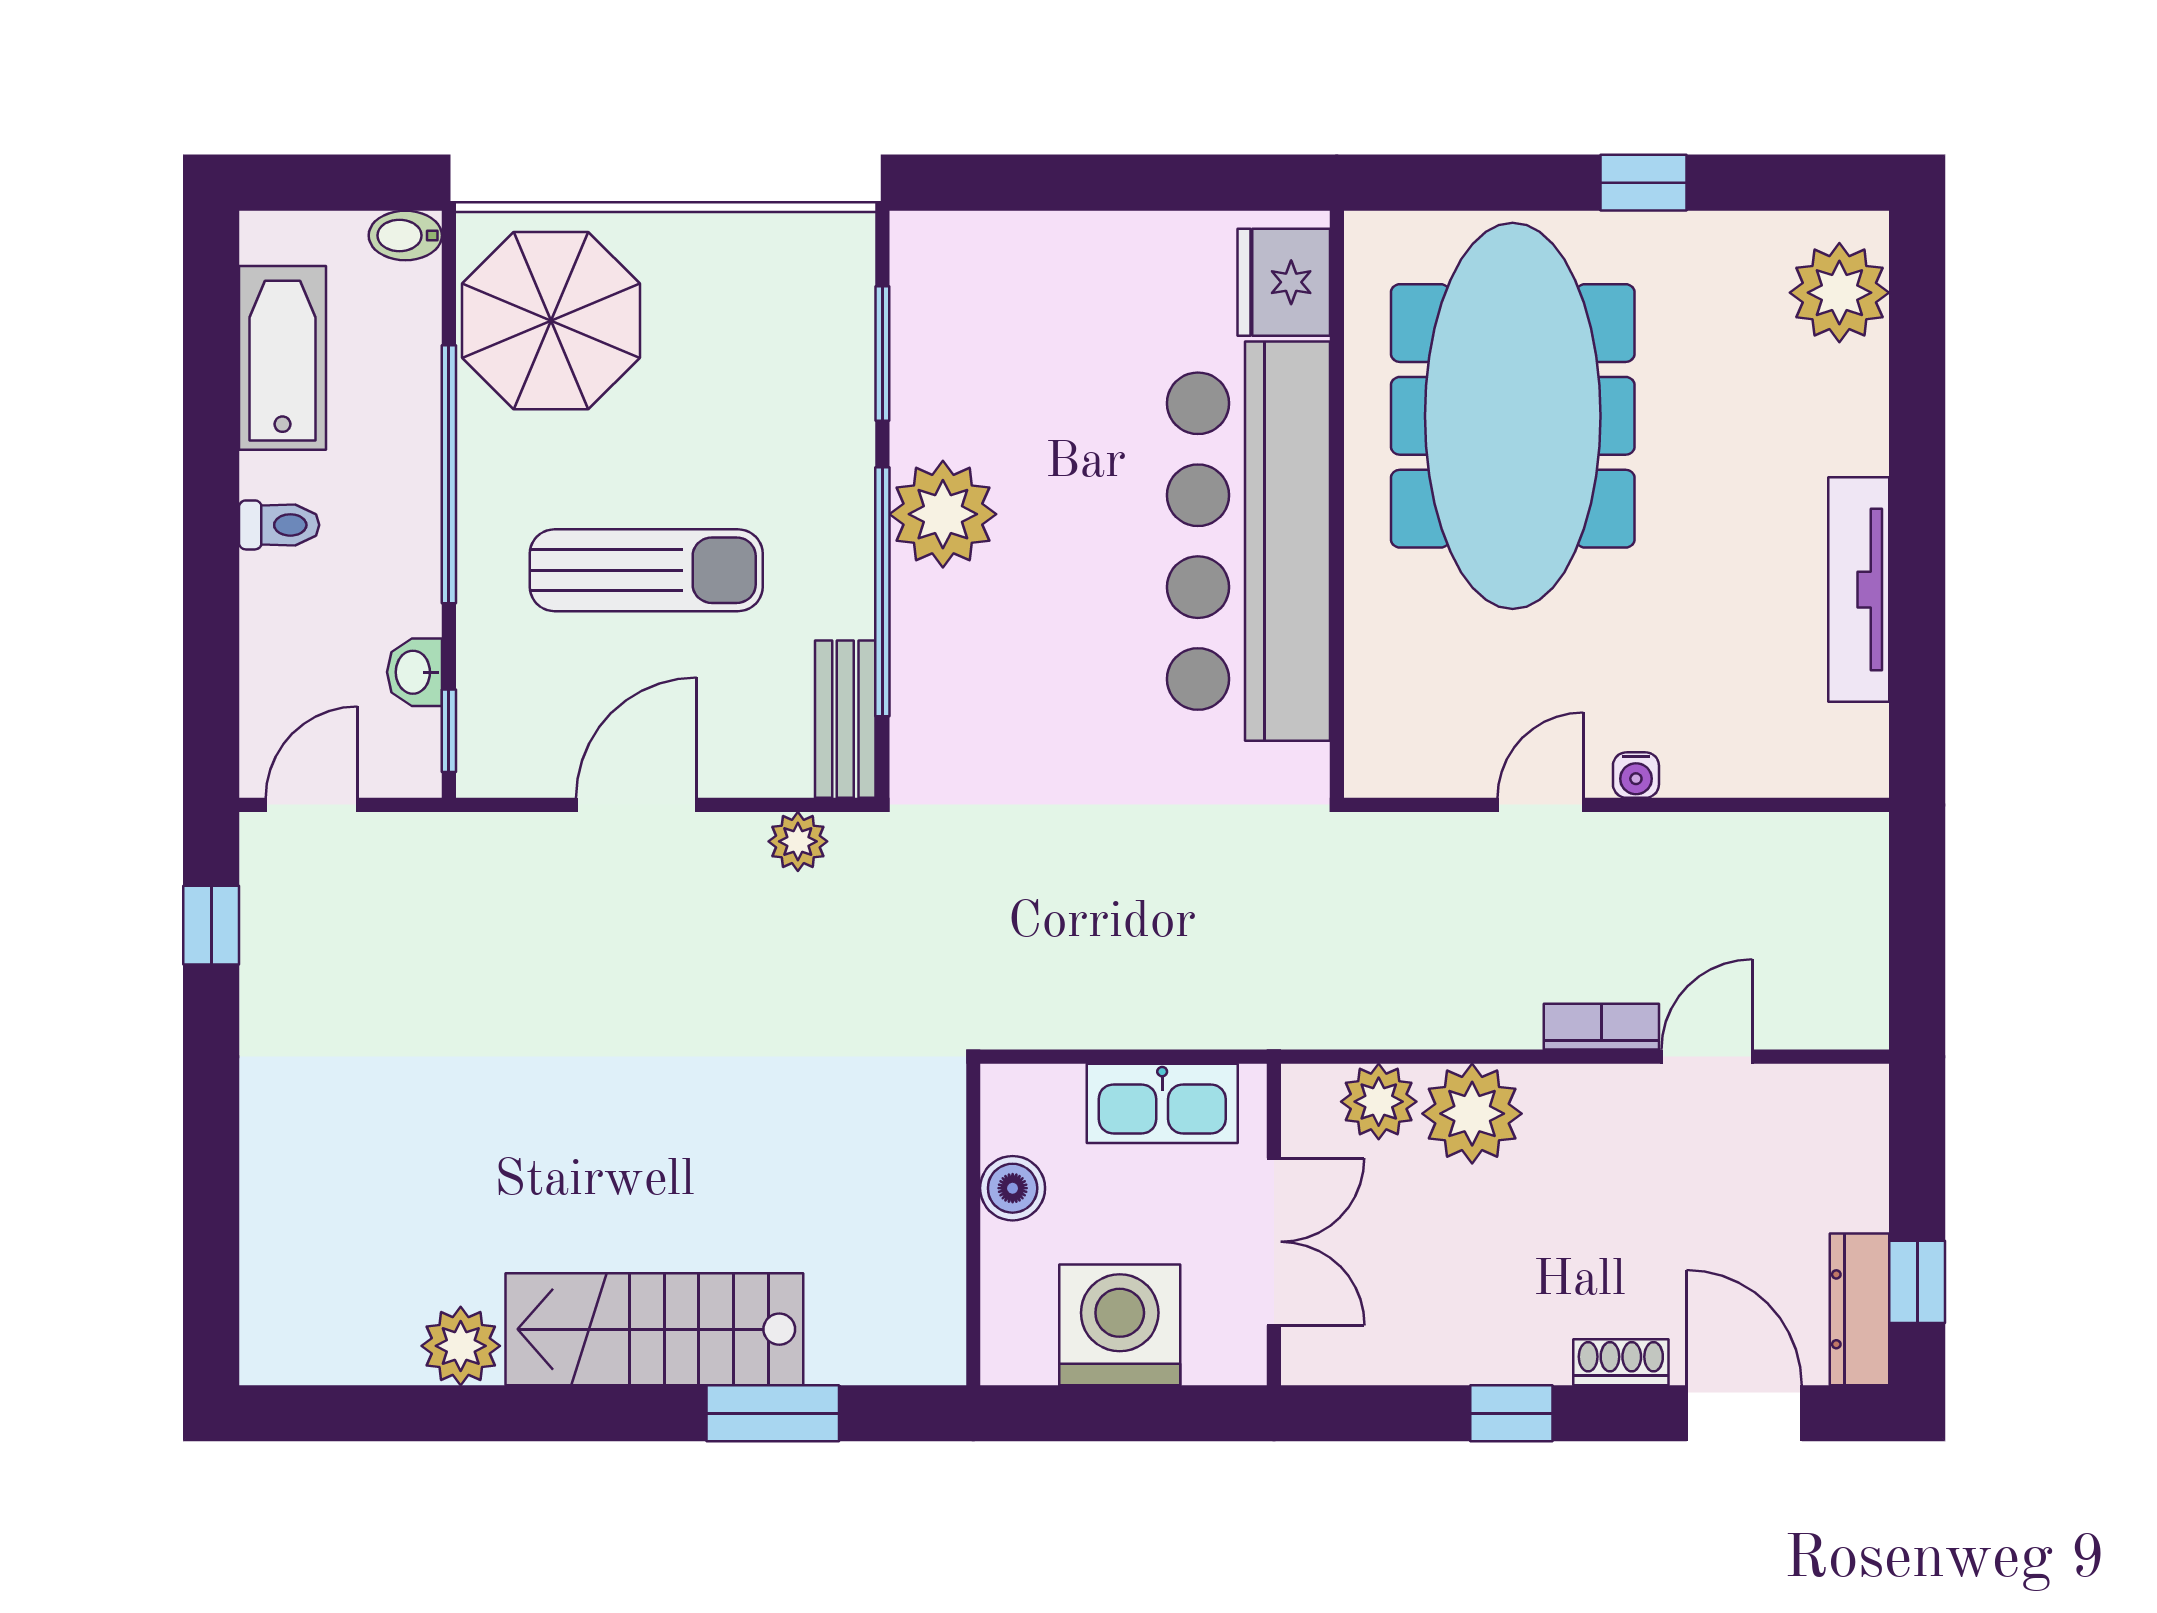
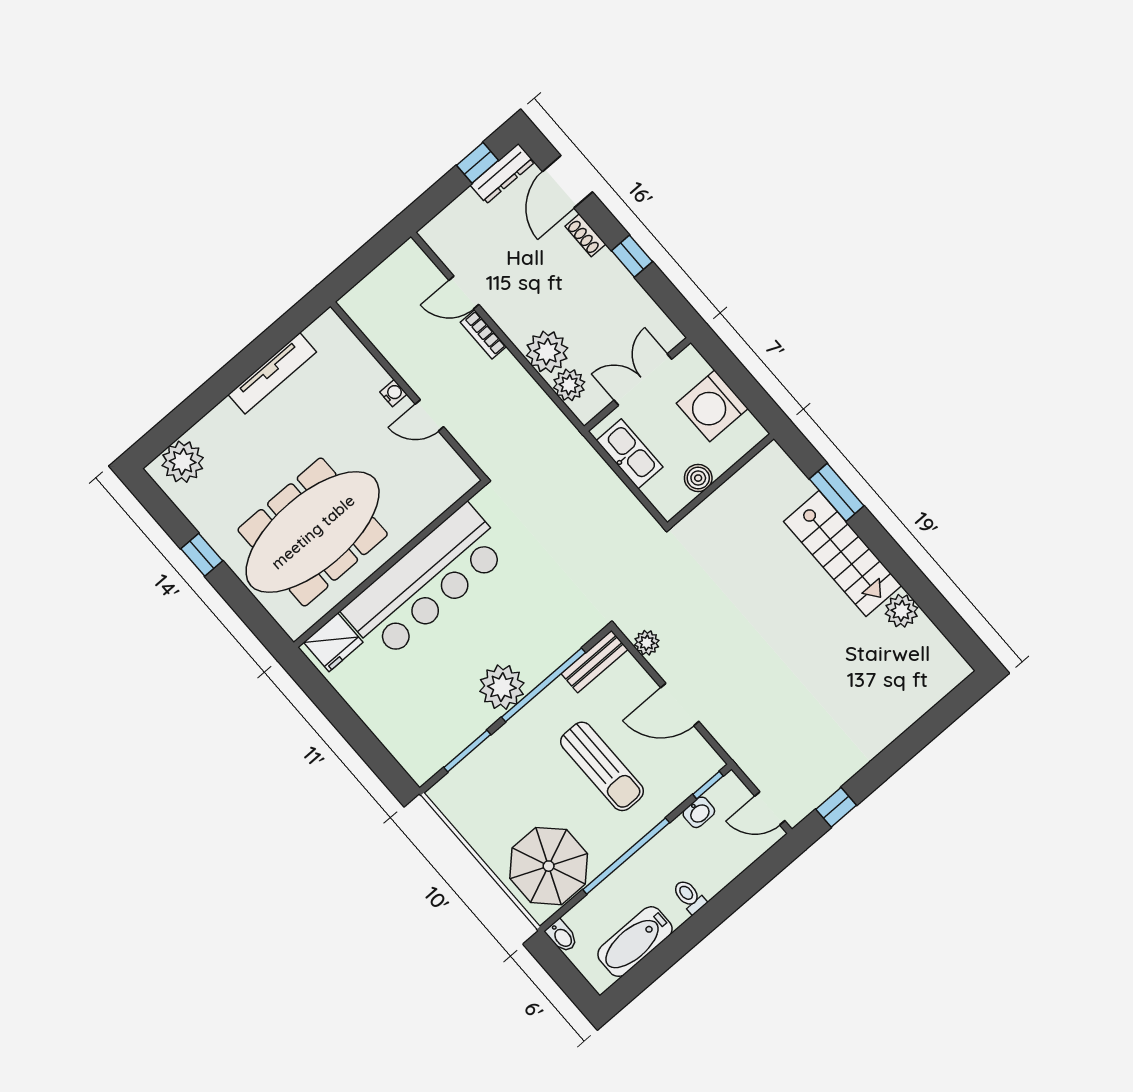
sun lounger: (646, 570) -> (602, 766), turned 180

